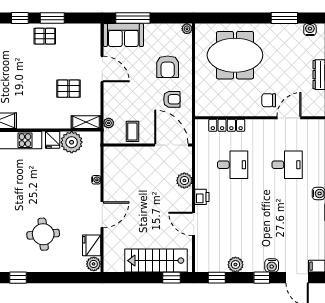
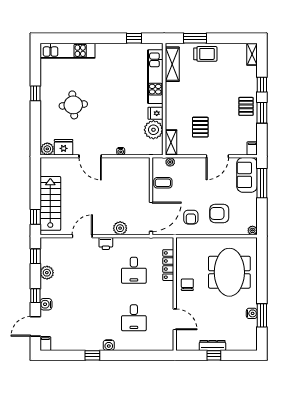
filing cabinet: (93, 29) -> (252, 148), added
water cooler: (310, 30) -> (252, 313), moved
chair: (269, 100) -> (187, 285), moved
window: (18, 278) -> (35, 93), moved

